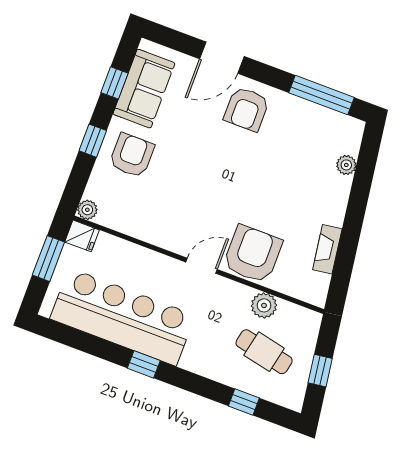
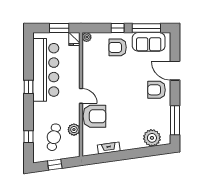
window: (114, 83) -> (146, 28), width x2.17
armchair: (132, 155) -> (118, 47), turned 180
plant: (346, 165) -> (152, 138), width x1.87, depth x1.87

